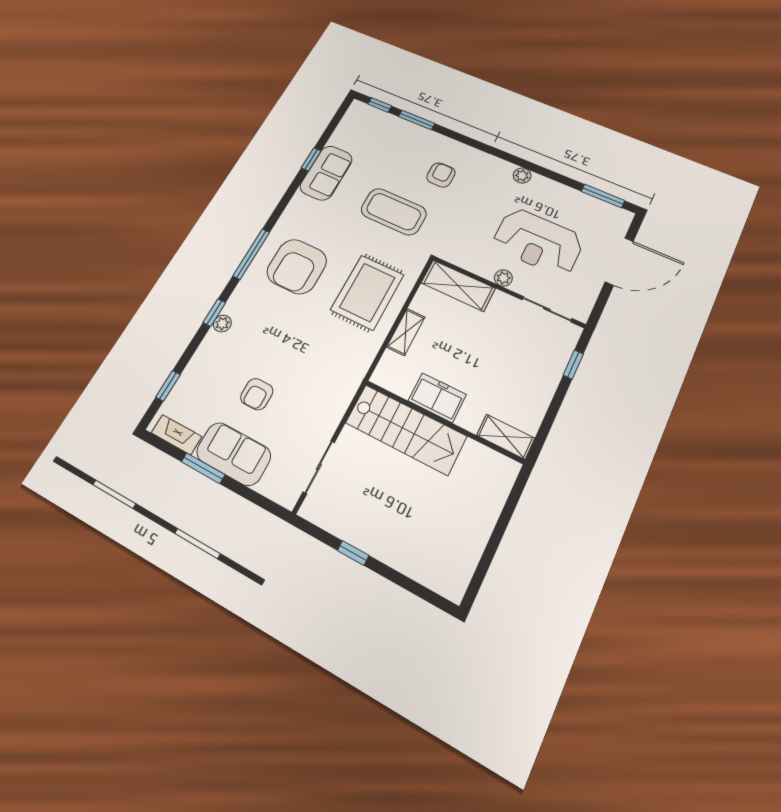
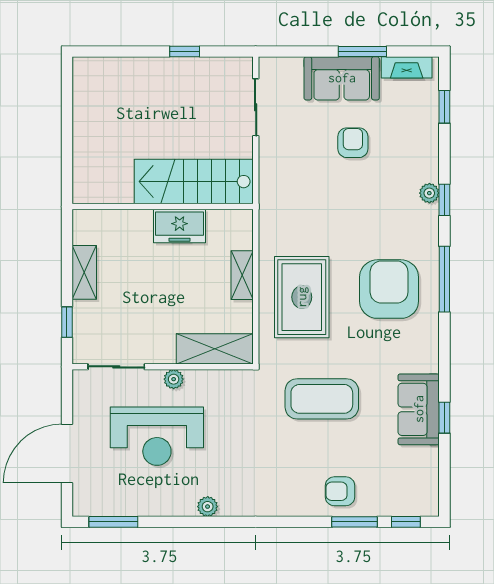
armchair: (441, 175) -> (340, 491), moved, turned 90
reception desk: (538, 242) -> (157, 436), turned 180
shelving: (506, 437) -> (84, 272), moved, turned 90

